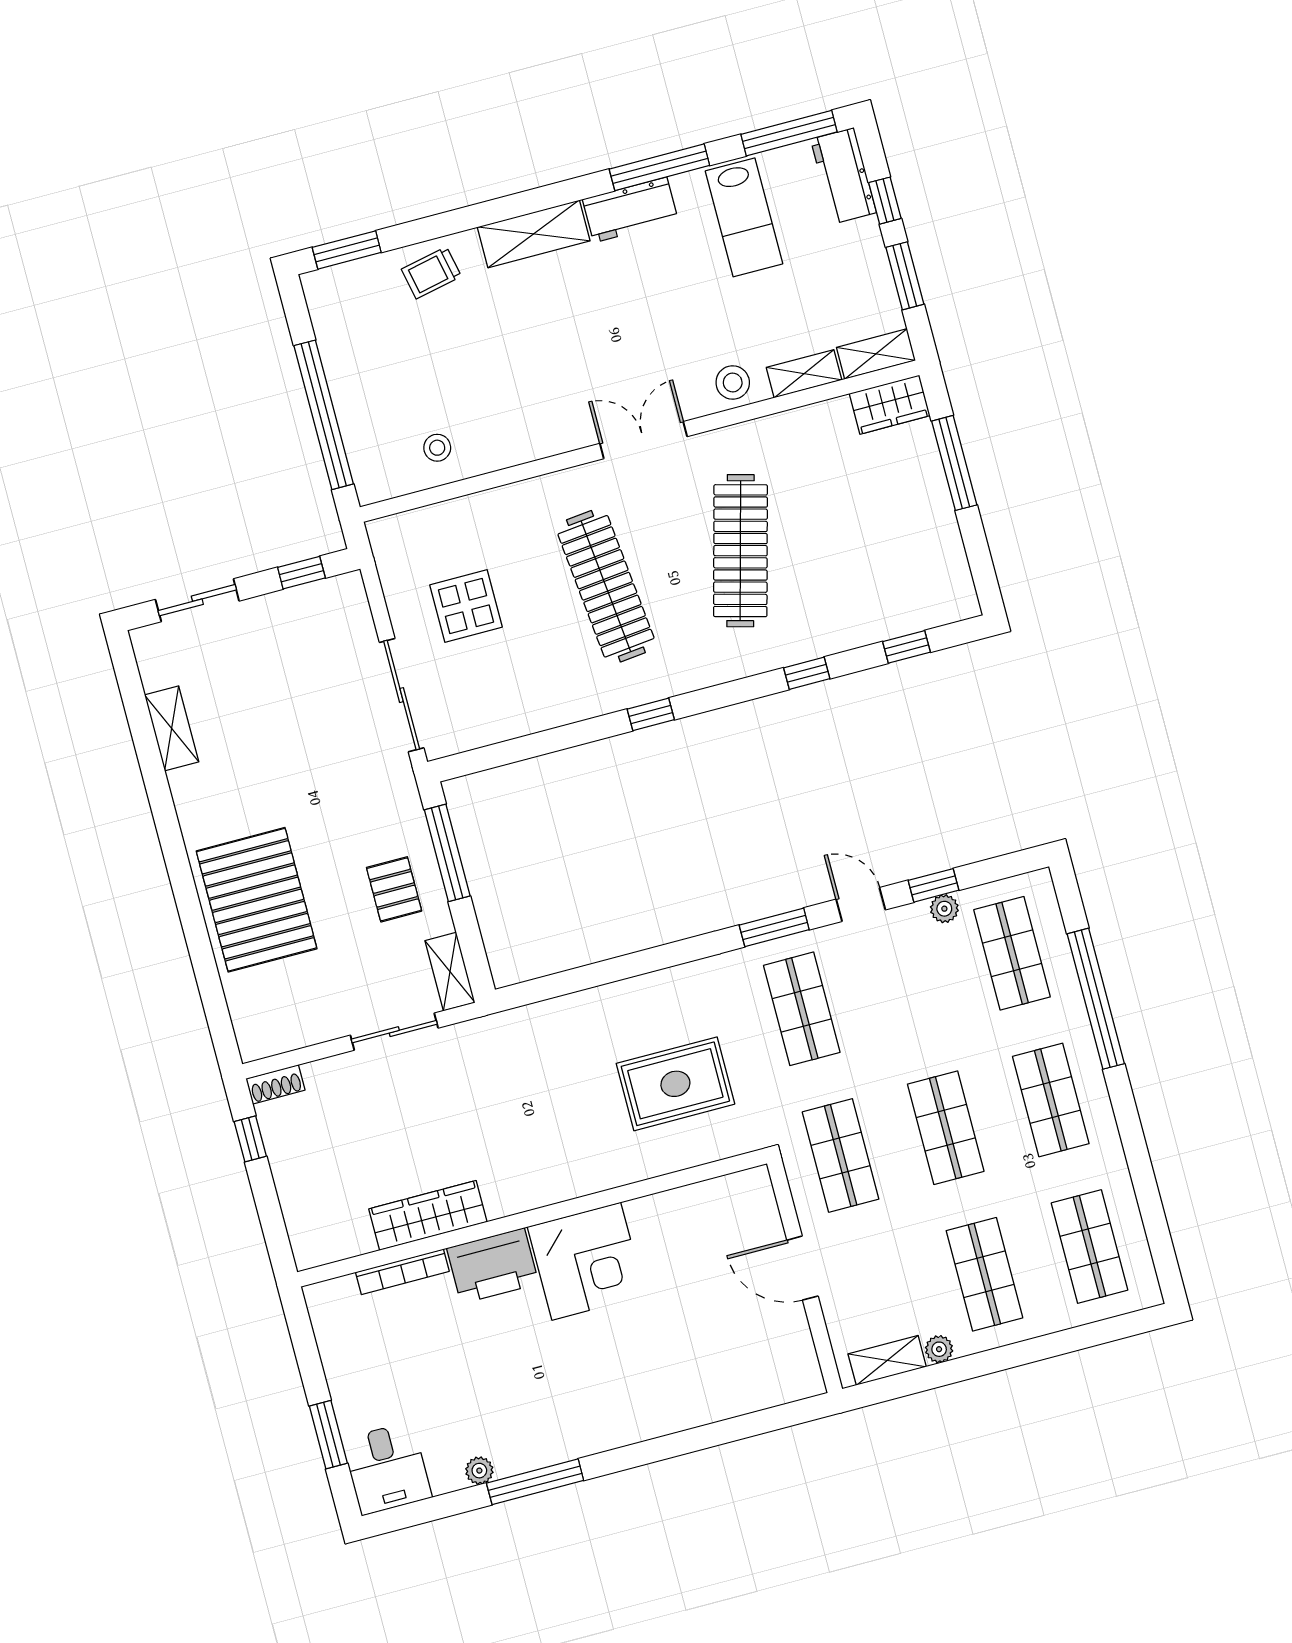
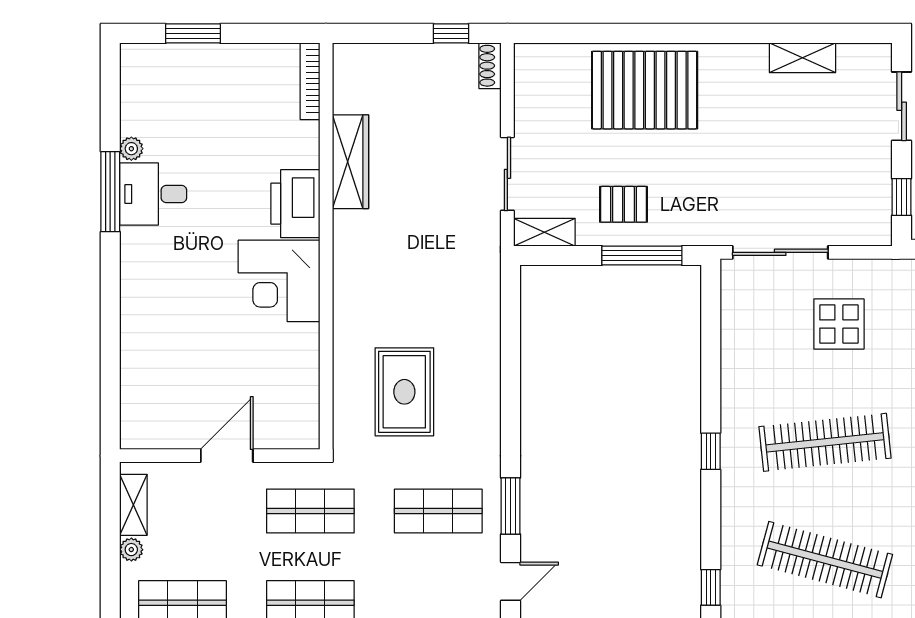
bookcase: (402, 1272) -> (310, 81), moved
desk: (387, 1468) -> (153, 194), moved

